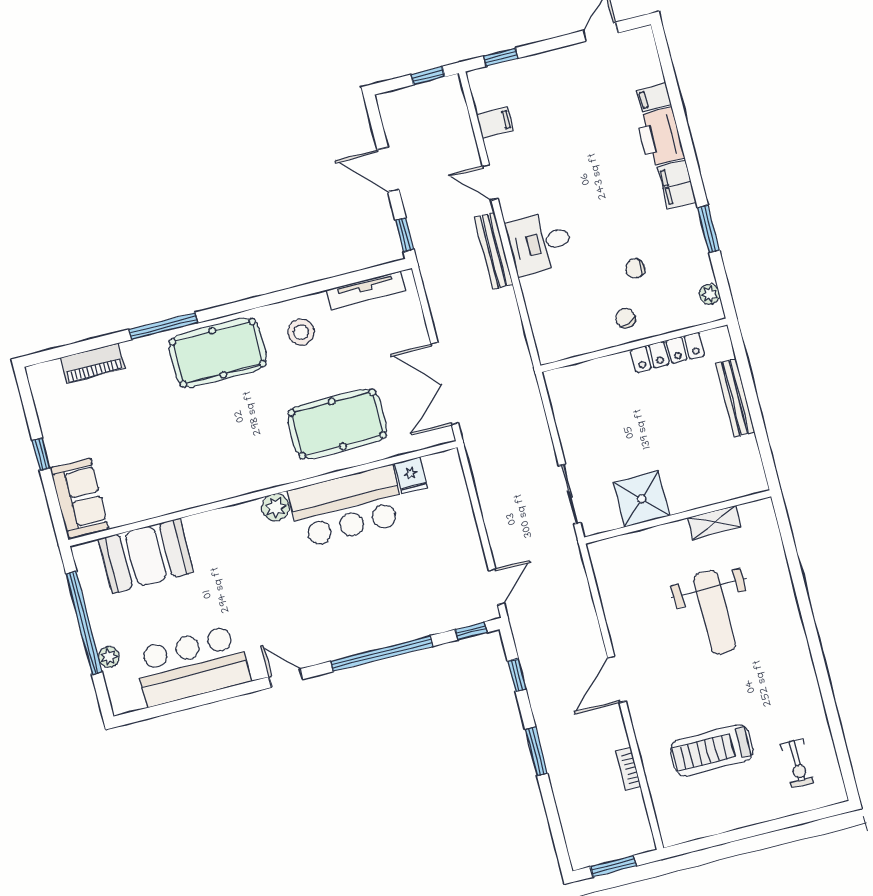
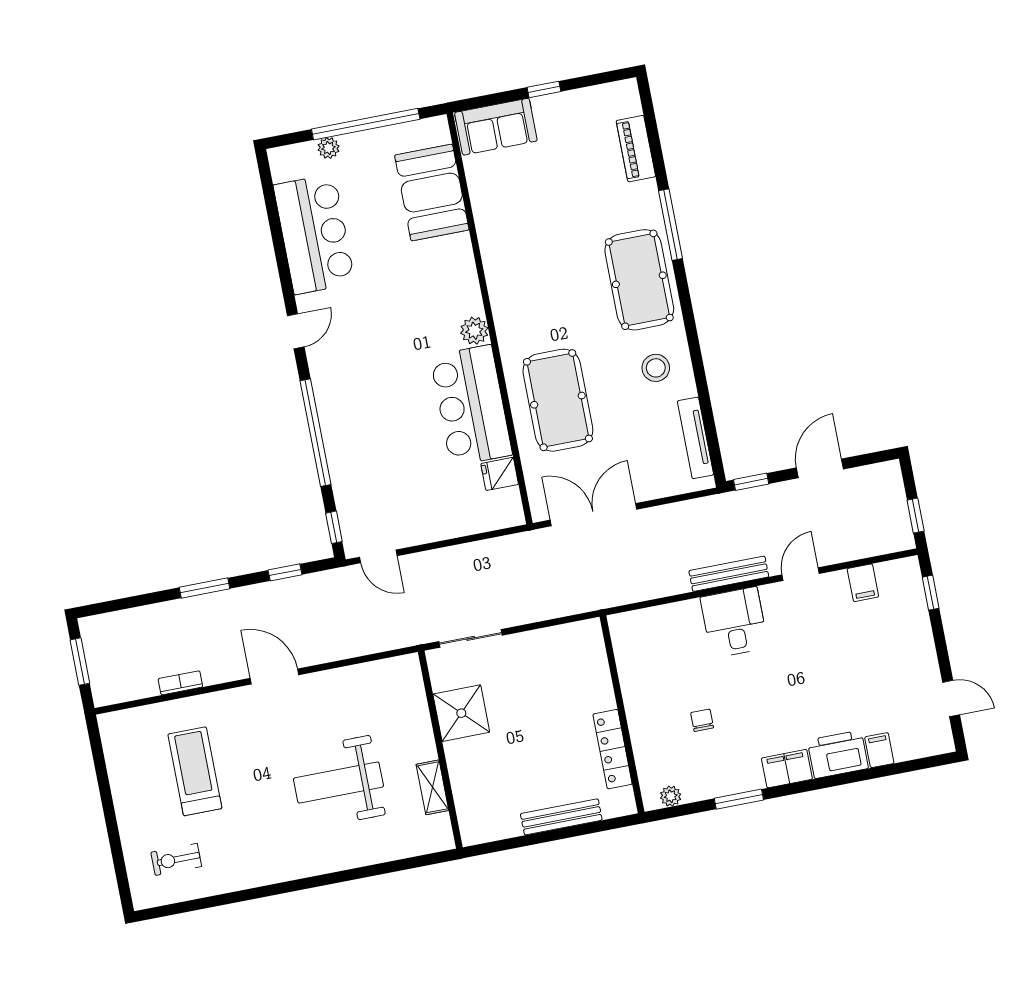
chair: (625, 318) -> (651, 707), removed

